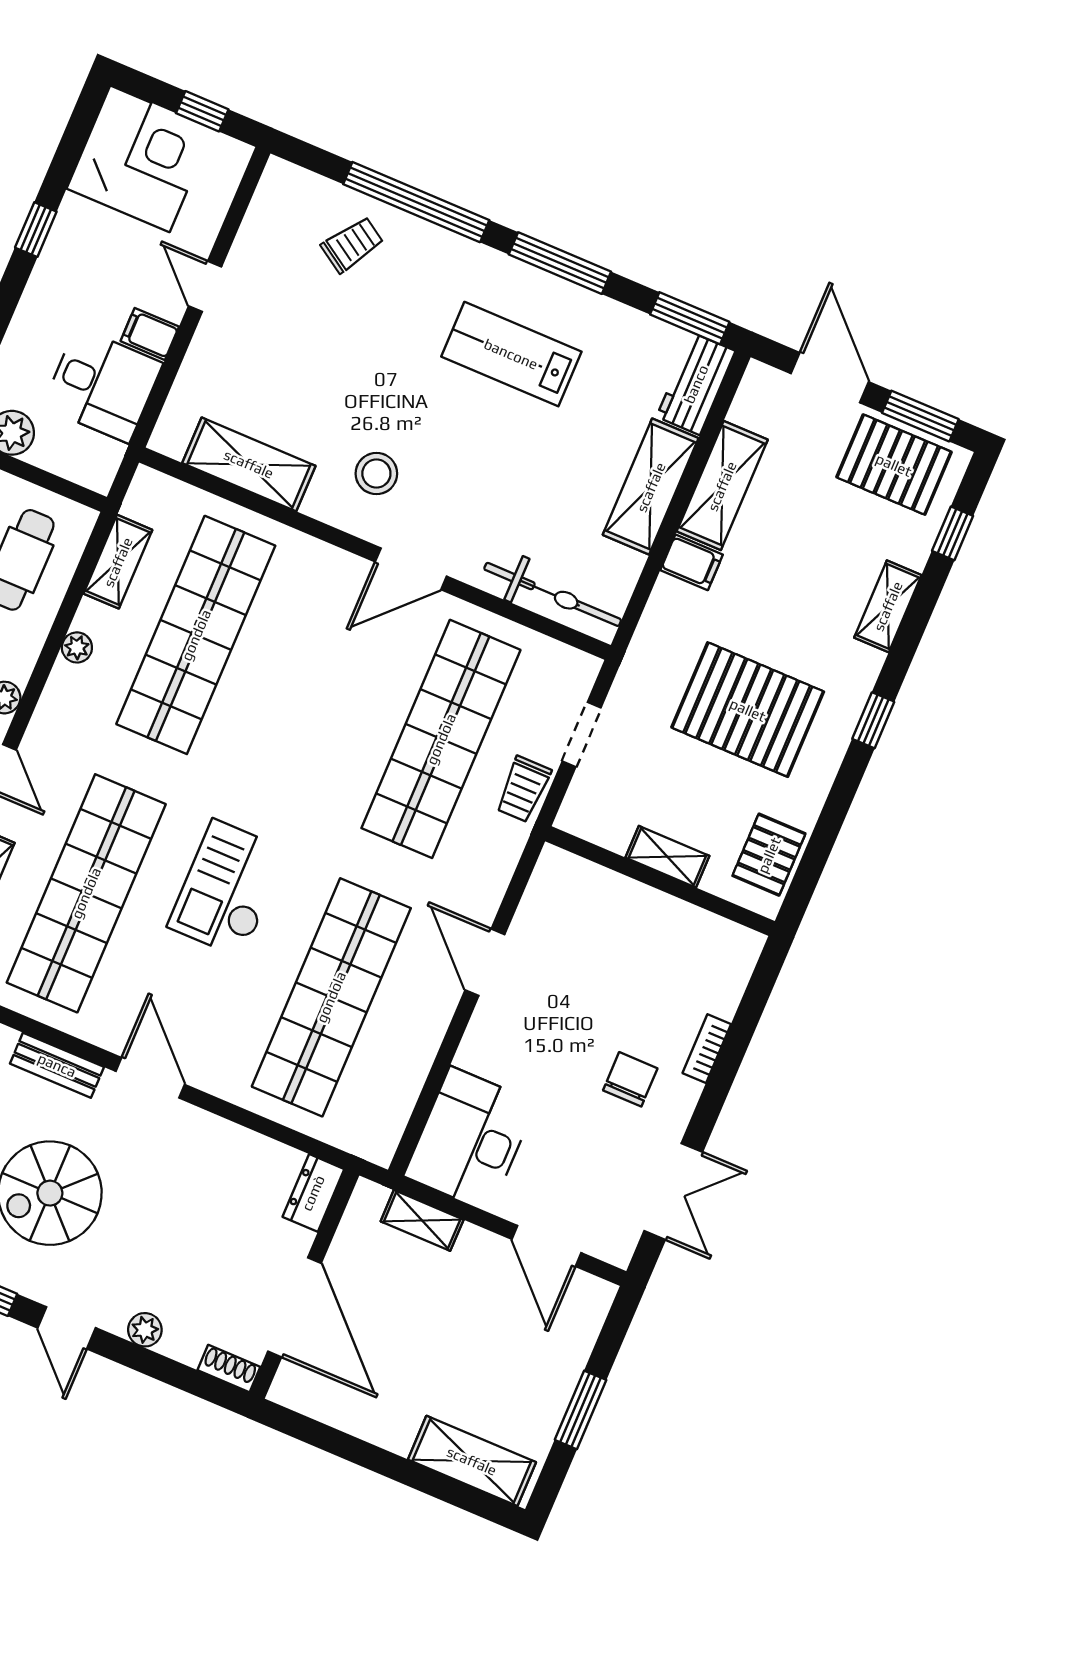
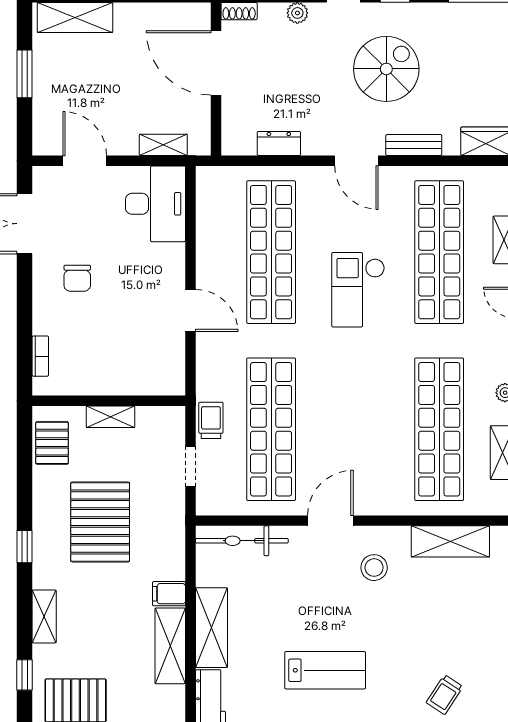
pallet: (748, 710) -> (100, 522), turned 90
checkout: (228, 889) -> (358, 290), turned 180
bookcase: (707, 1049) -> (40, 356), moved
dresser: (313, 1193) -> (279, 143), moved, turned -90

